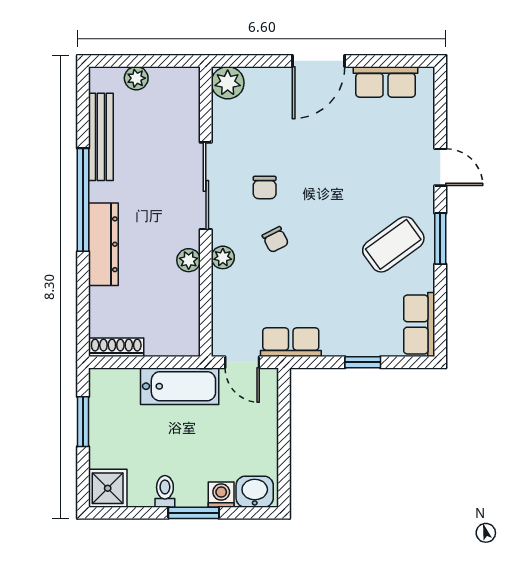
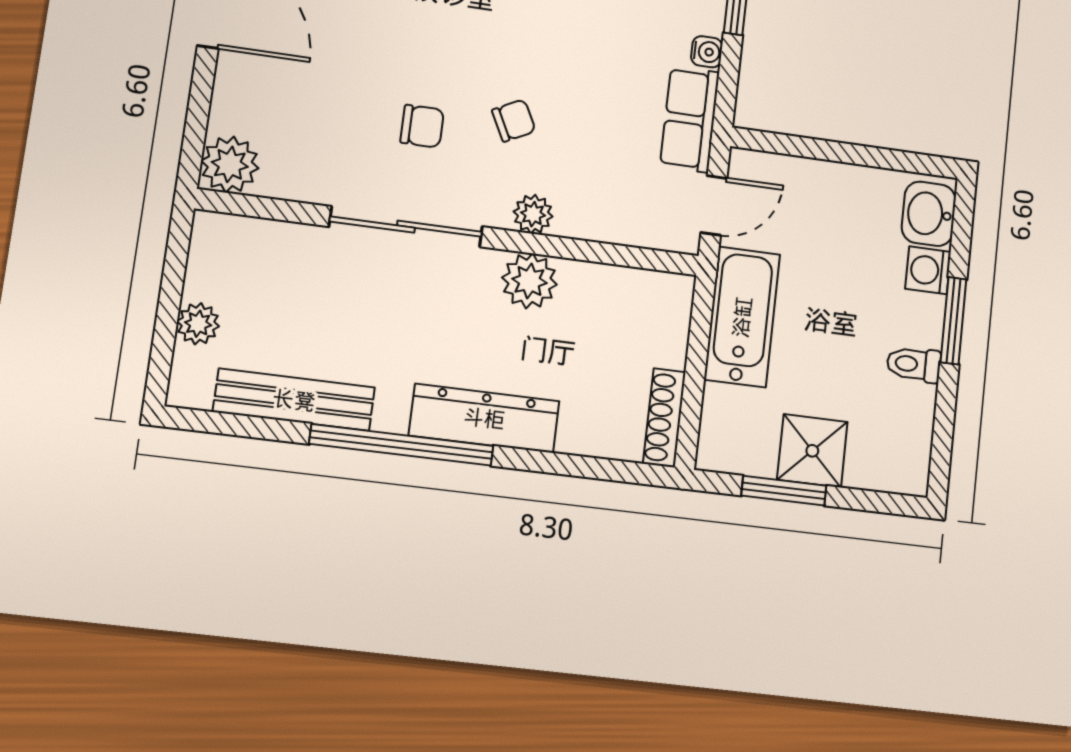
plant: (189, 260) -> (529, 281), width x1.38, depth x1.38
water cooler: (332, 348) -> (707, 52), added
shower: (108, 488) -> (812, 451), moved

